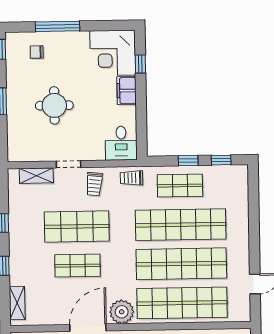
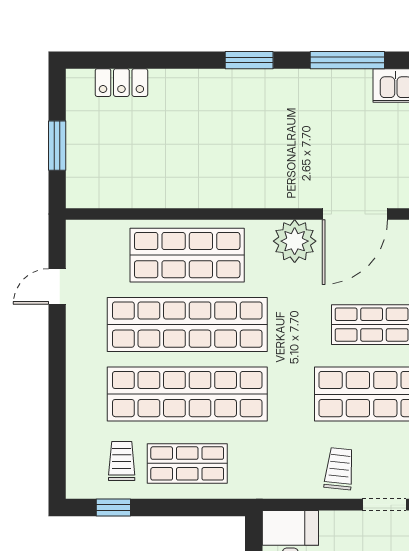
window: (188, 161) -> (172, 507), removed
trolley: (131, 178) -> (122, 461), moved, turned -90
shop shelf: (182, 303) -> (187, 255), width x0.71

